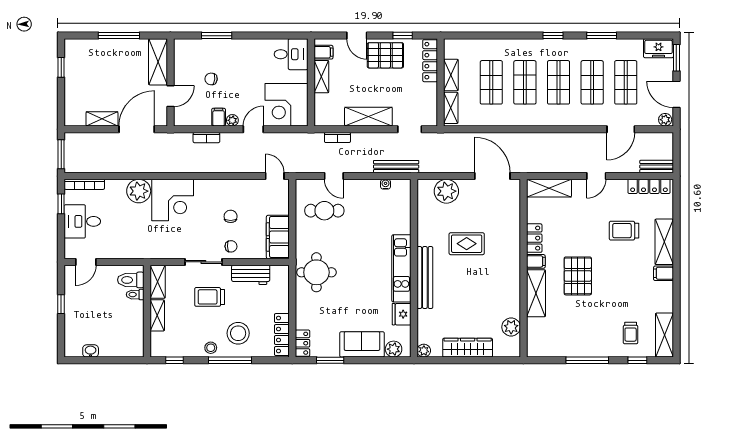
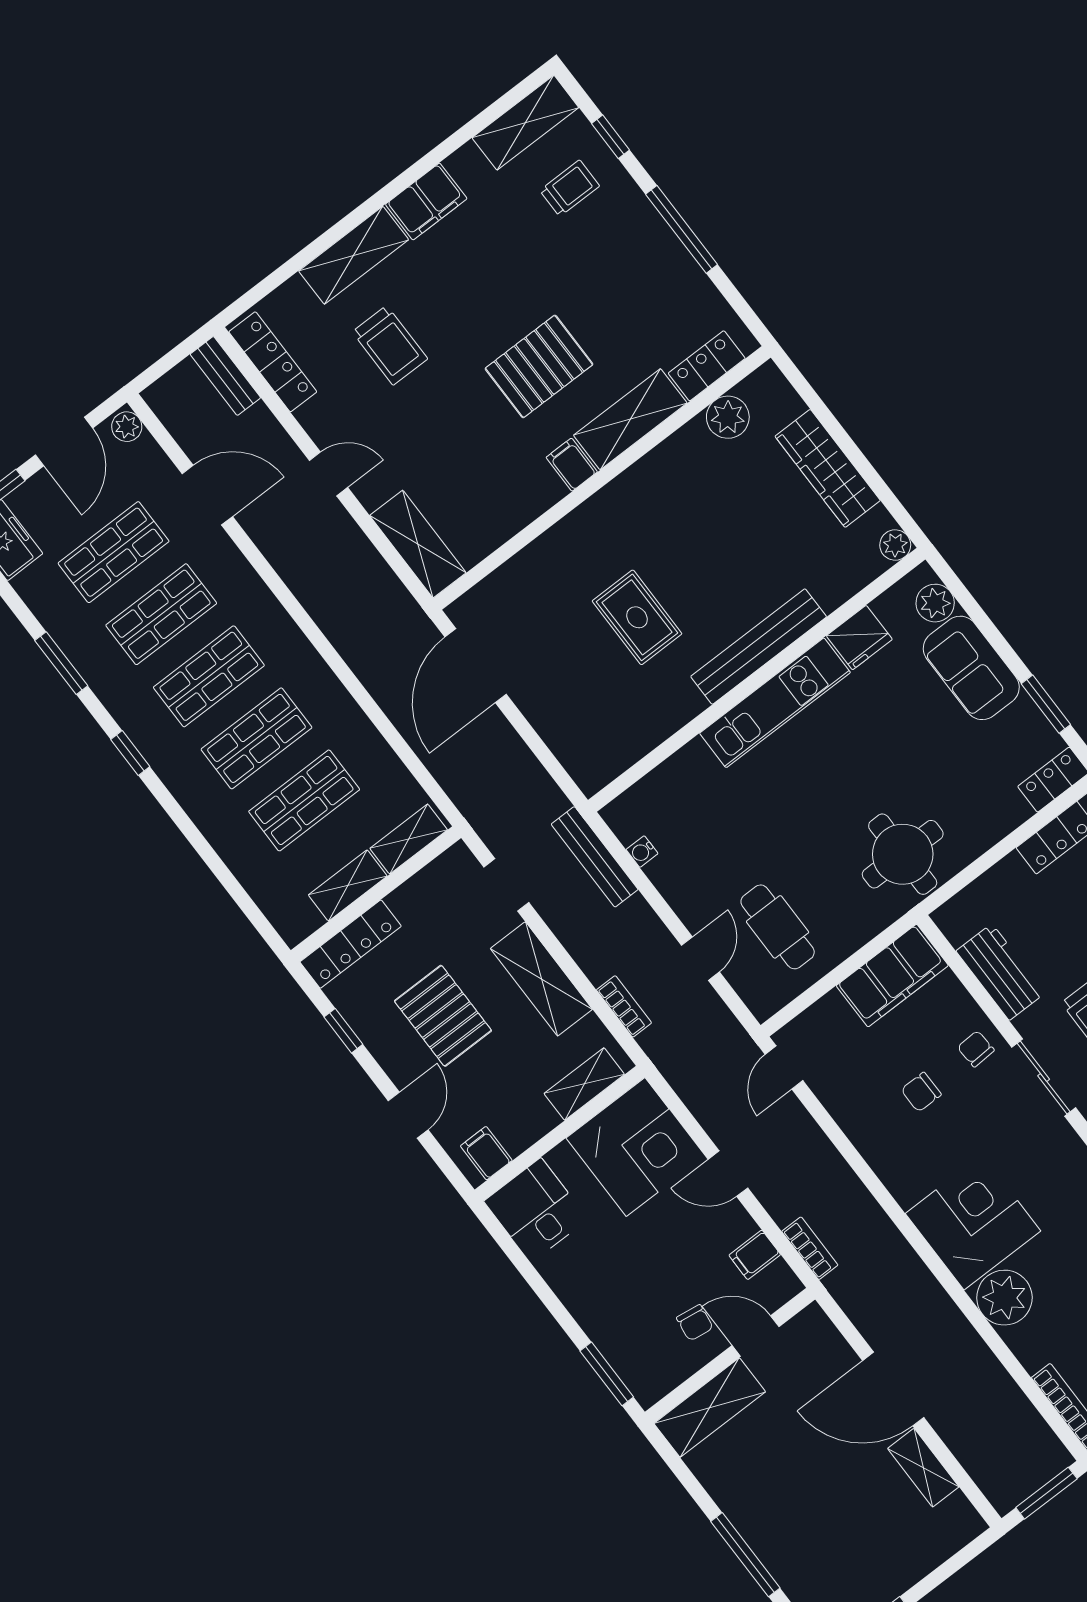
pallet: (385, 55) -> (443, 1016), moved
shelving: (158, 62) -> (710, 1408), moved
shelving: (321, 77) -> (584, 1084), moved
wall: (170, 82) -> (730, 1356), moved
door: (170, 96) -> (756, 1336), moved
plant: (232, 120) -> (741, 1225), removed
plant: (446, 191) -> (569, 729), removed
locker: (534, 238) -> (707, 366), moved
filing cabinet: (664, 273) -> (426, 201), width x2.00

